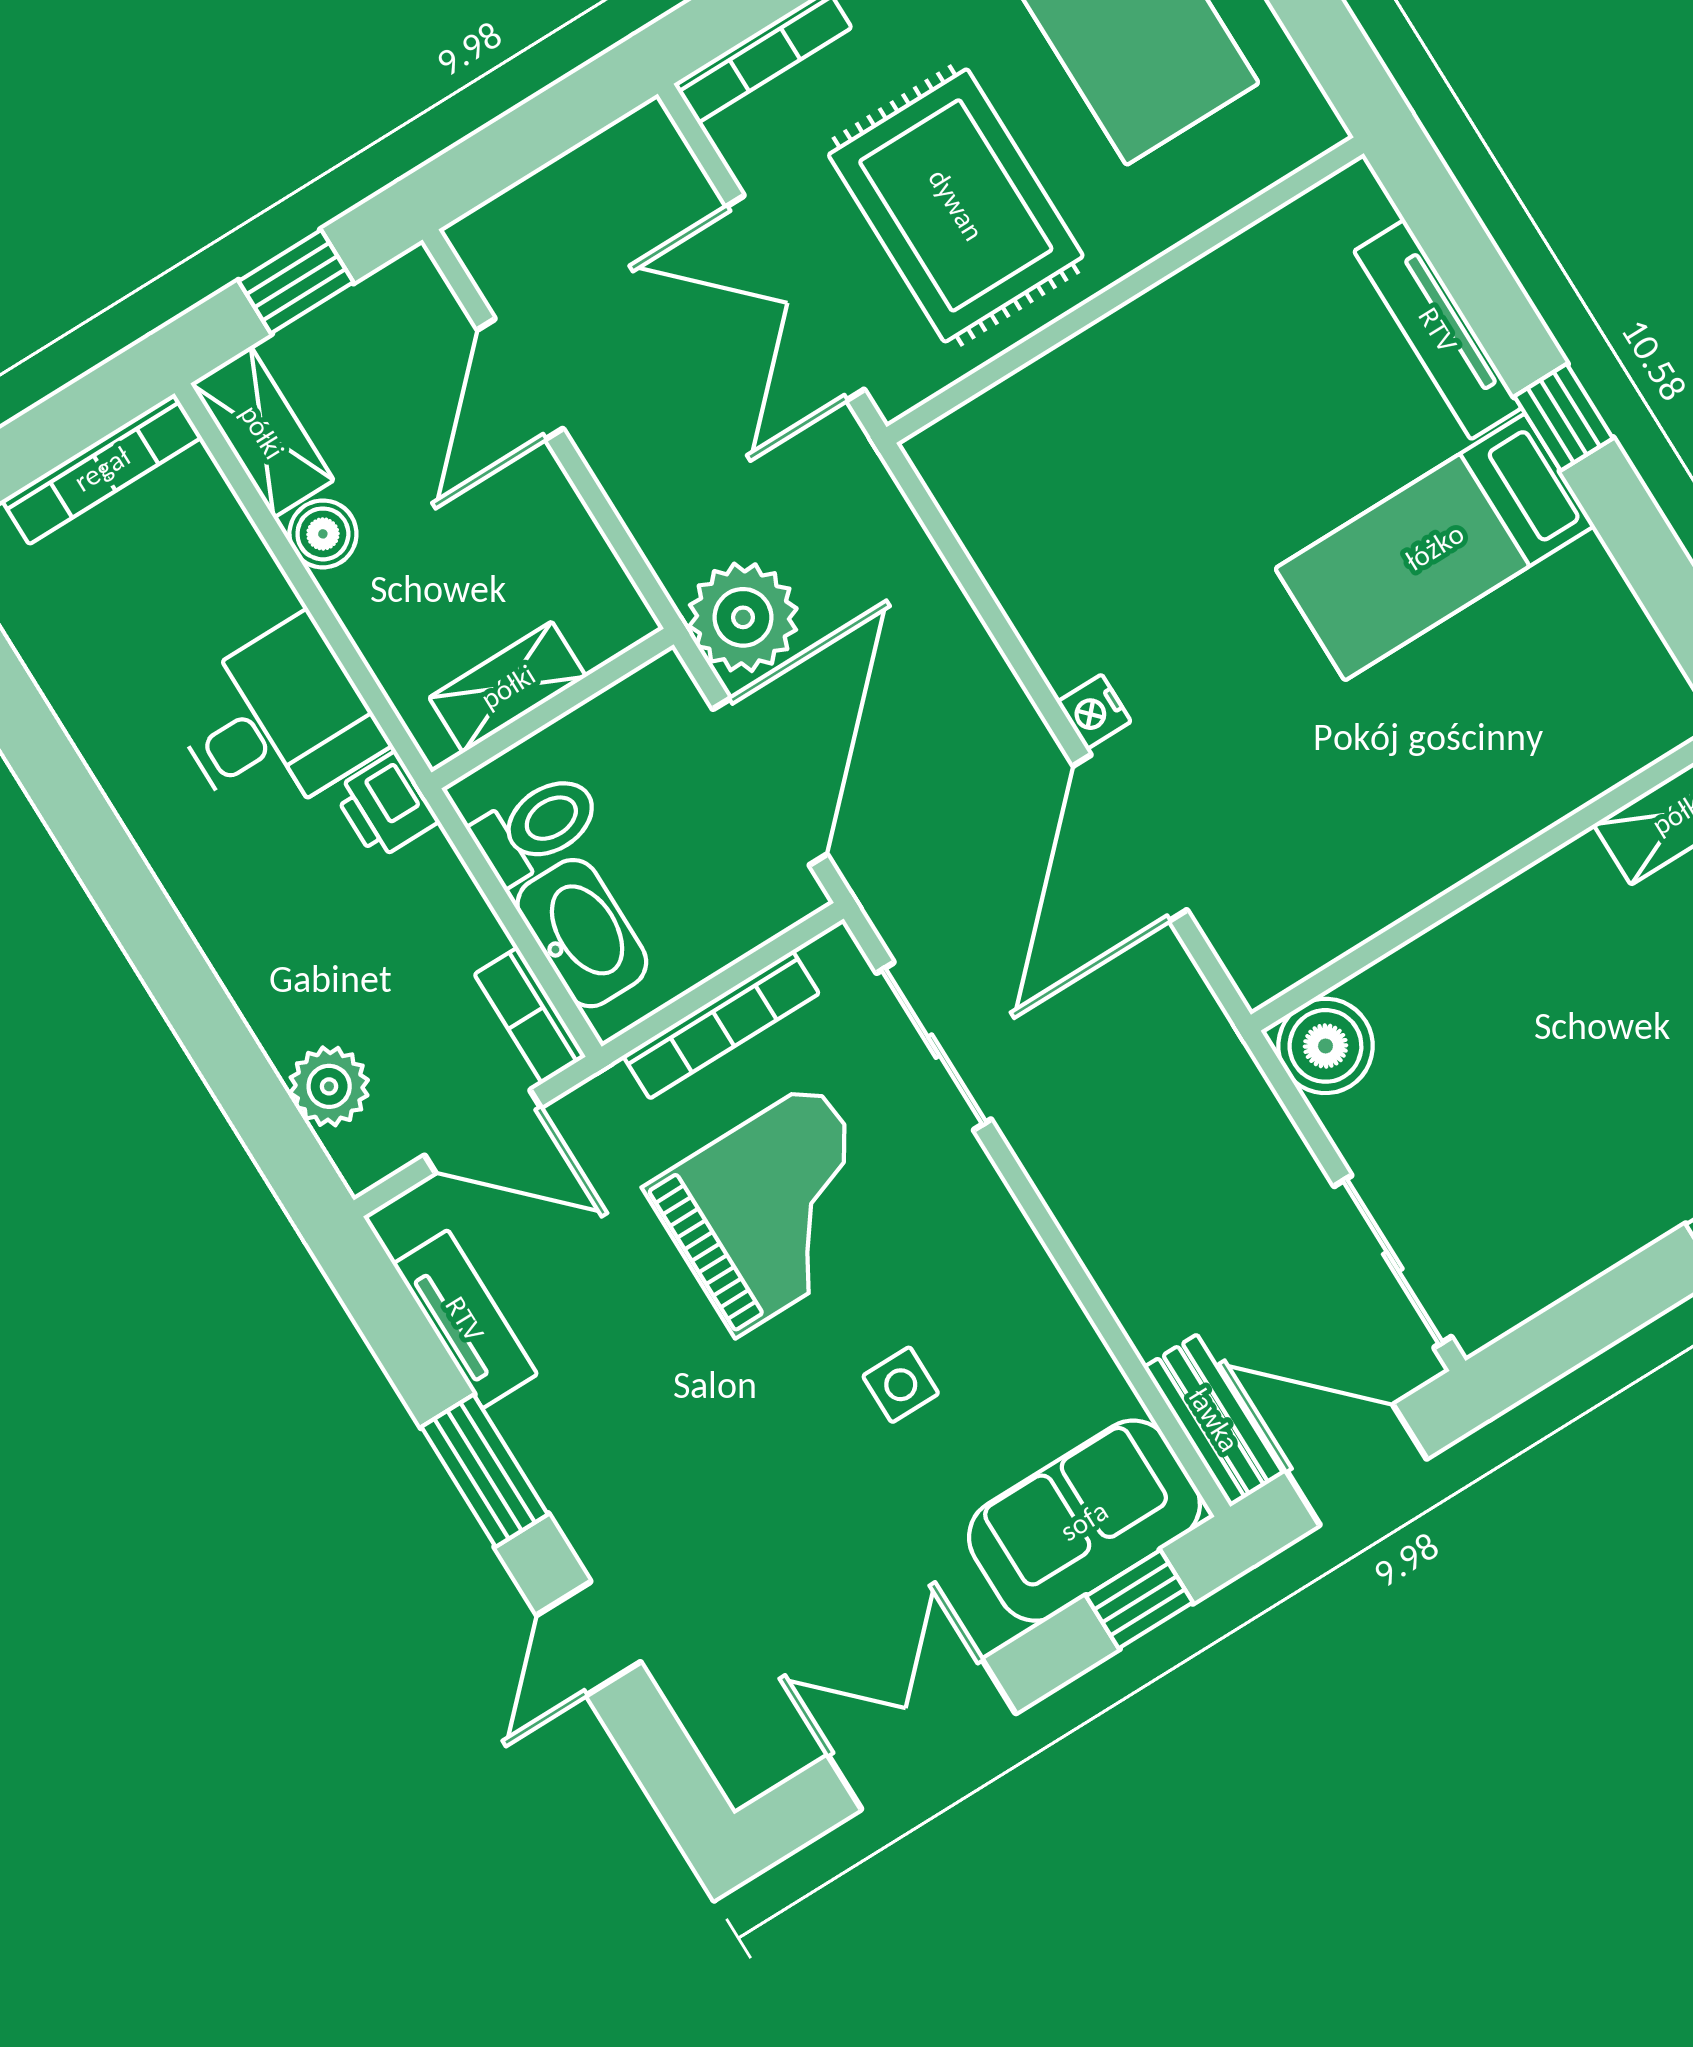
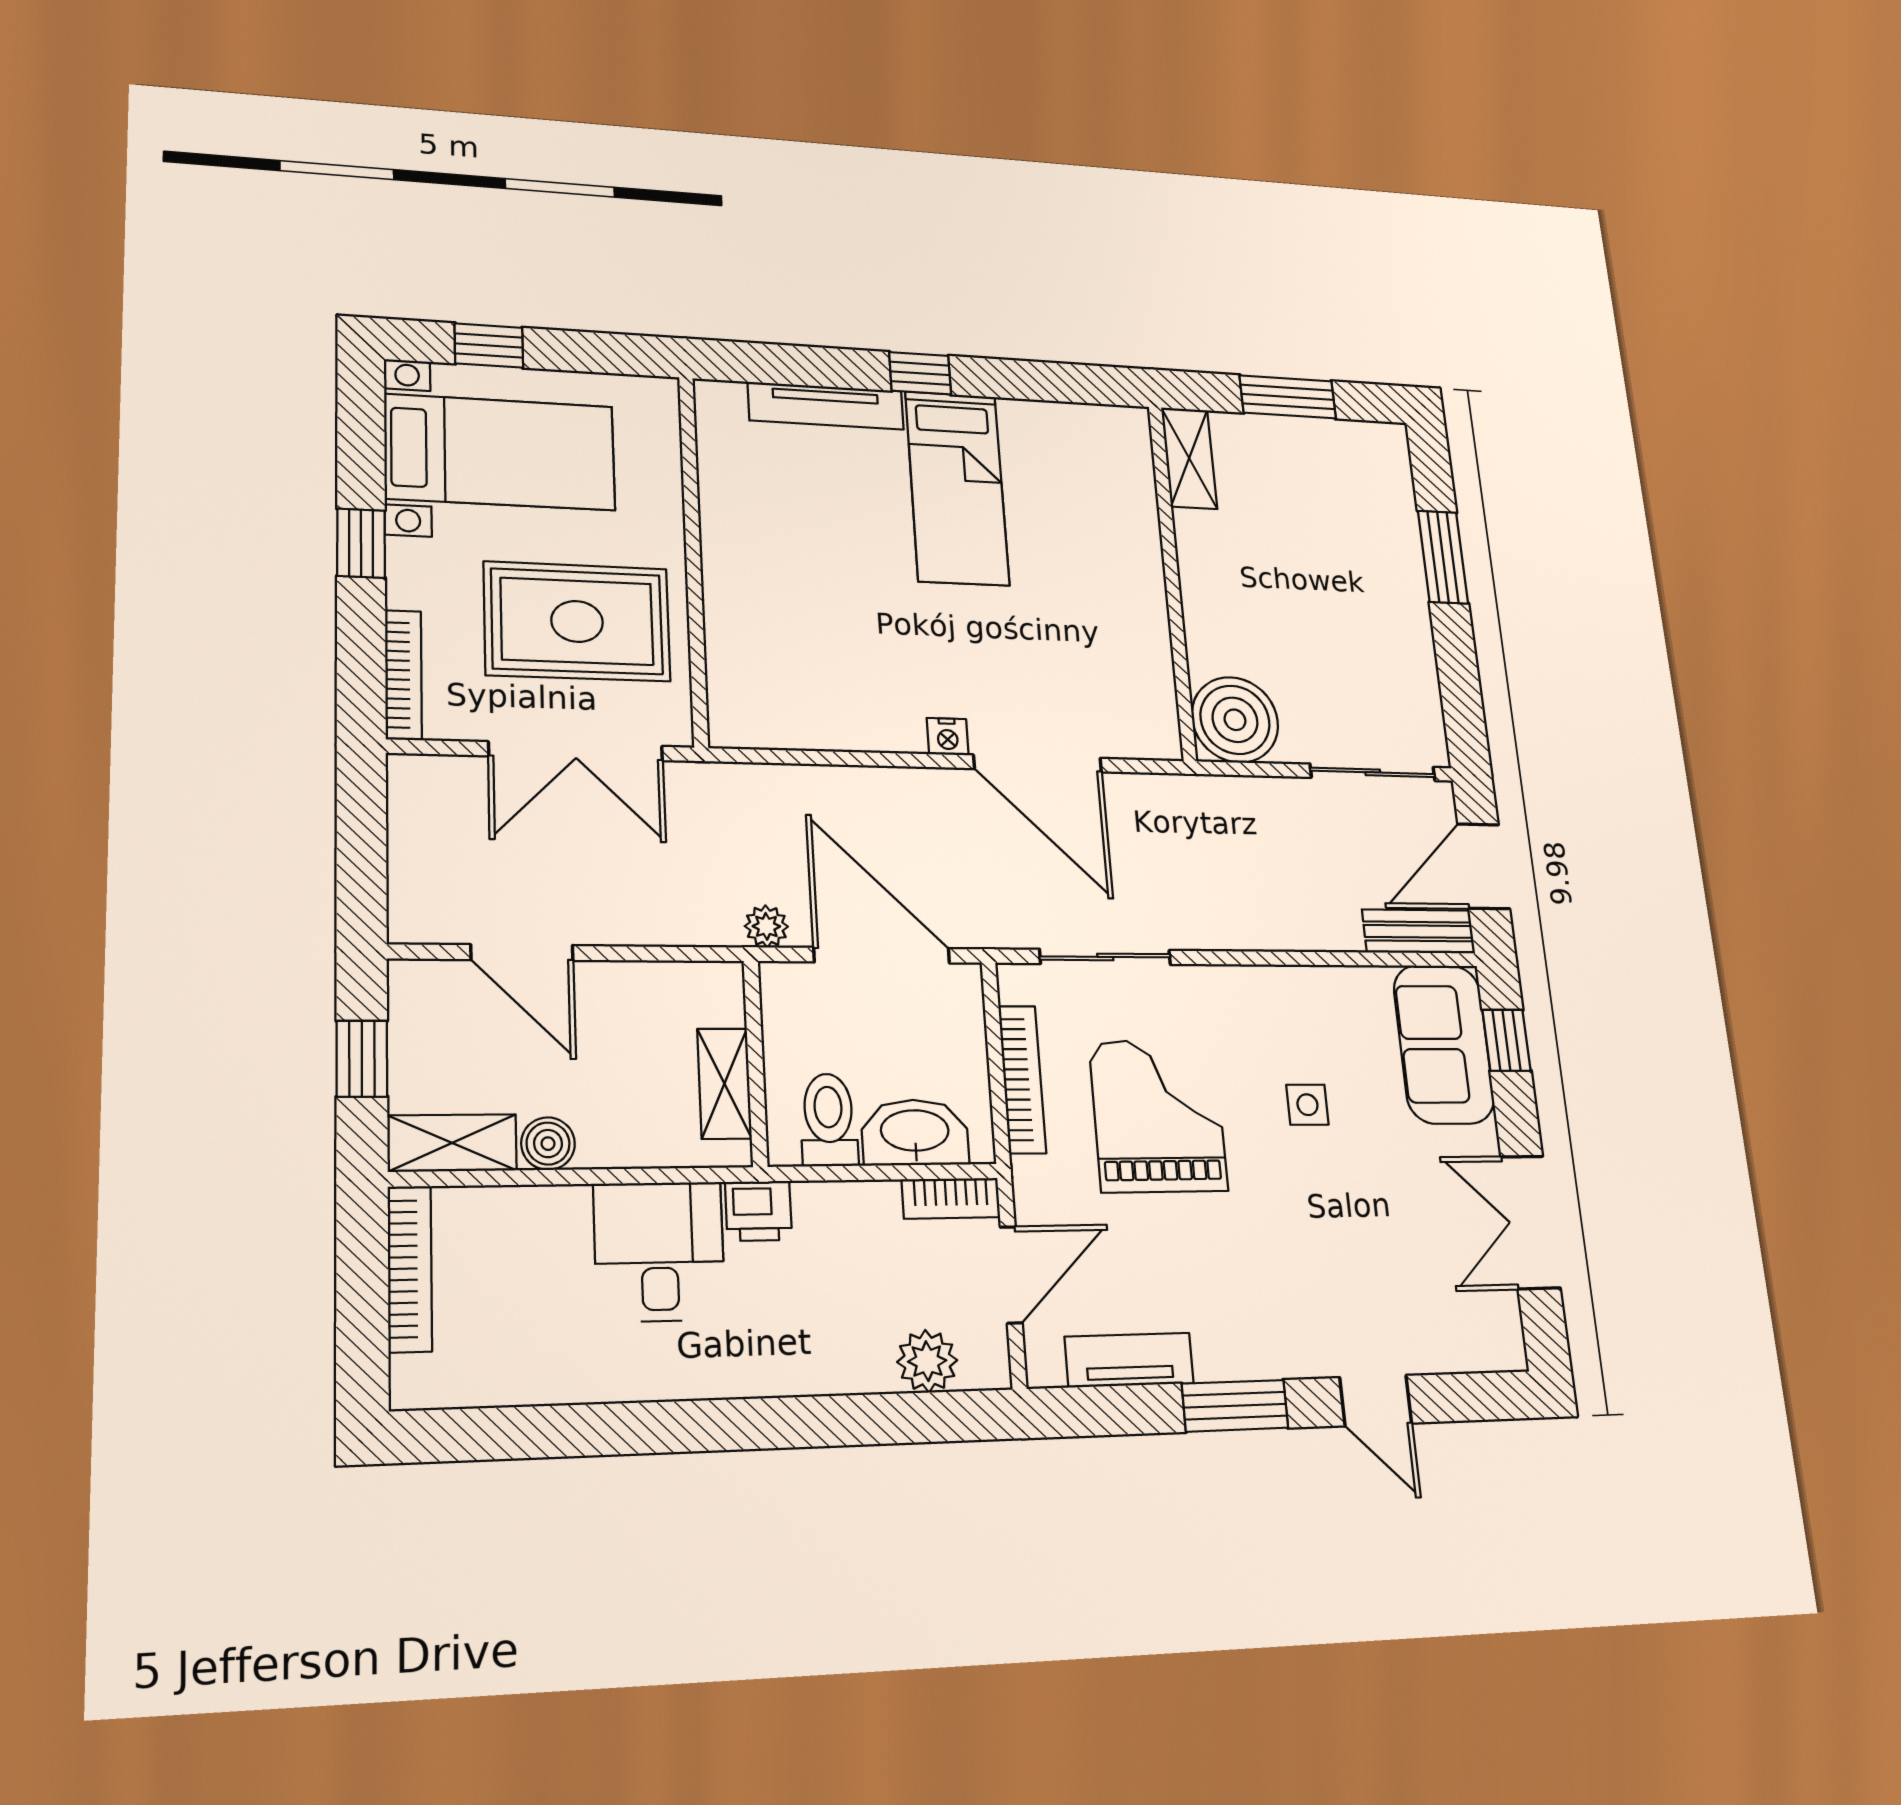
plant: (743, 617) -> (766, 926), width x0.53, depth x0.53
boiler: (1325, 1046) -> (1235, 720), width x1.37, depth x1.37

